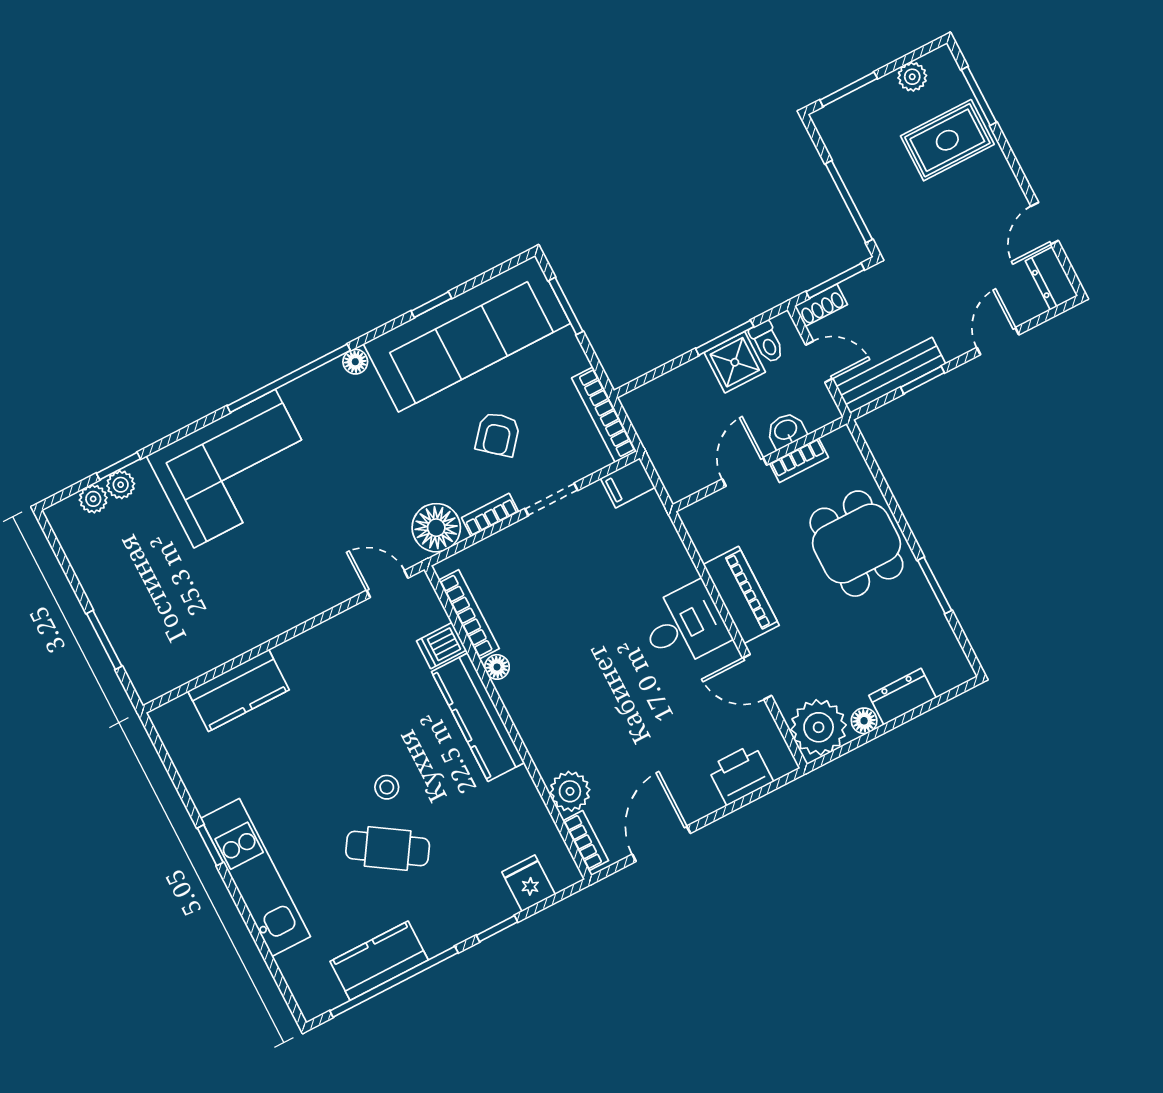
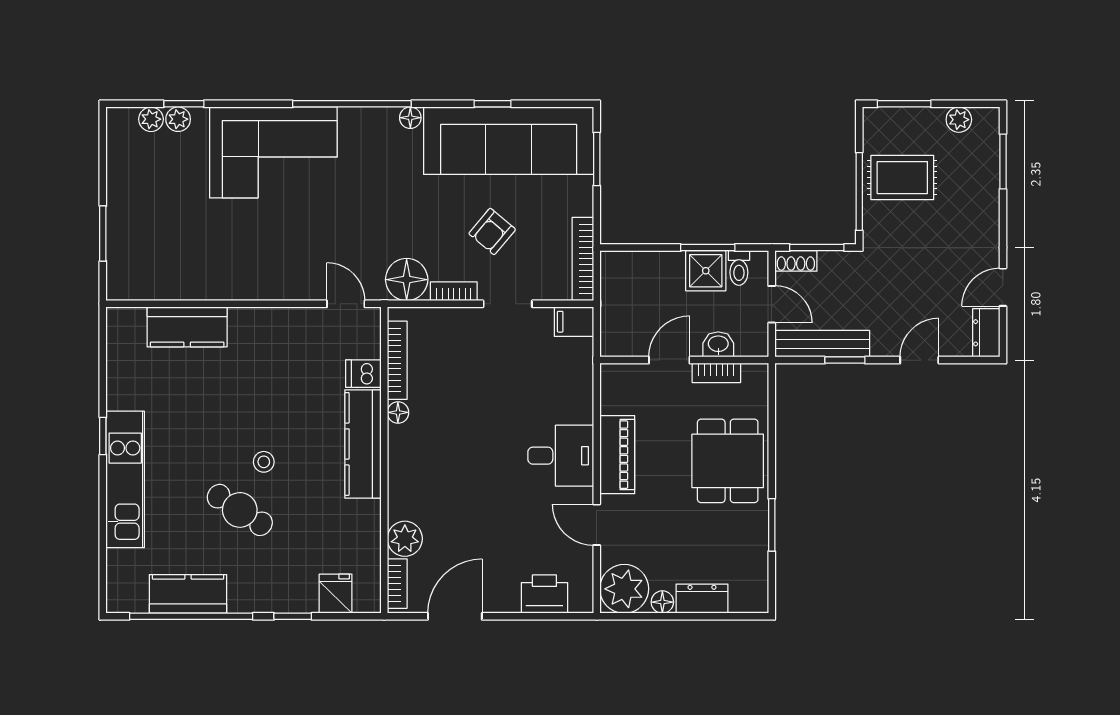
rug: (947, 140) -> (902, 178), moved

